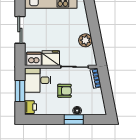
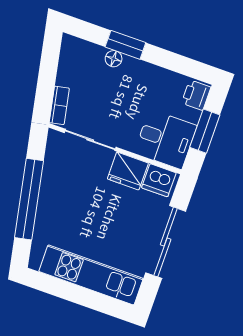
window: (94, 27) -> (29, 199), added
sliding door: (20, 30) -> (166, 242), width x1.37
plant: (85, 40) -> (53, 181), removed
armchair: (64, 91) -> (124, 103), removed

